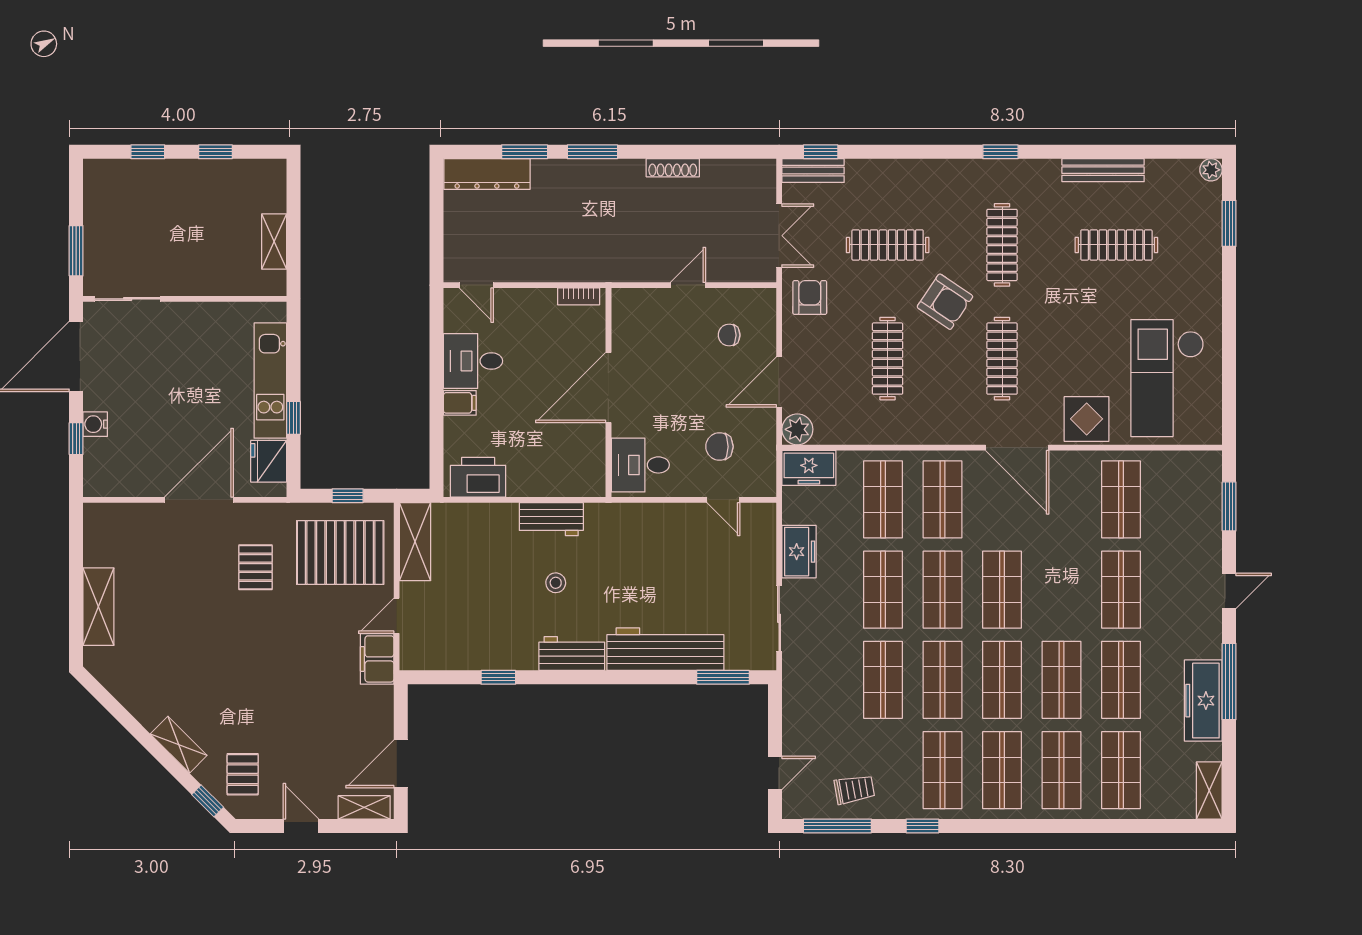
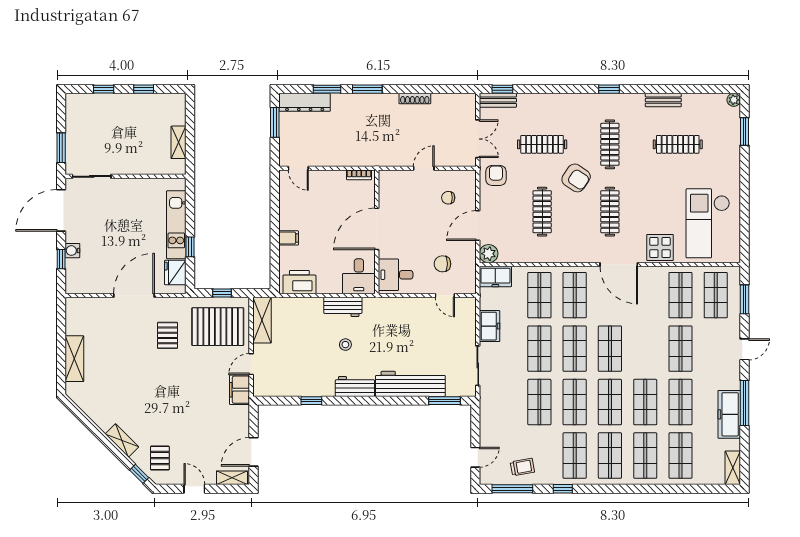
bench: (1103, 170) -> (663, 100), width x0.73
window: (437, 208) -> (275, 122), added
desk: (473, 361) -> (359, 276), moved, turned -90
shop shelf: (1181, 499) -> (716, 295), added

